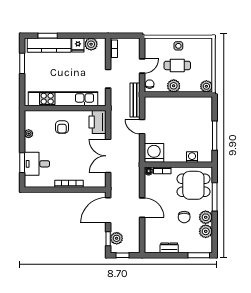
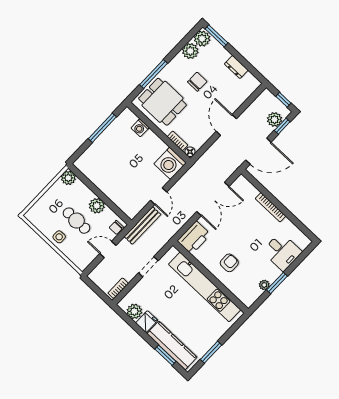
window: (22, 163) -> (277, 283), moved
plant: (206, 217) -> (202, 39), moved

